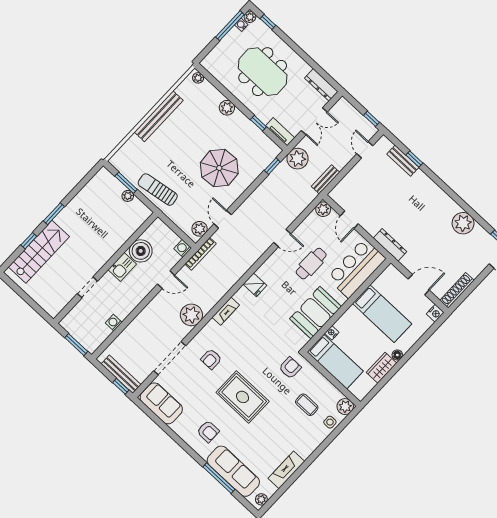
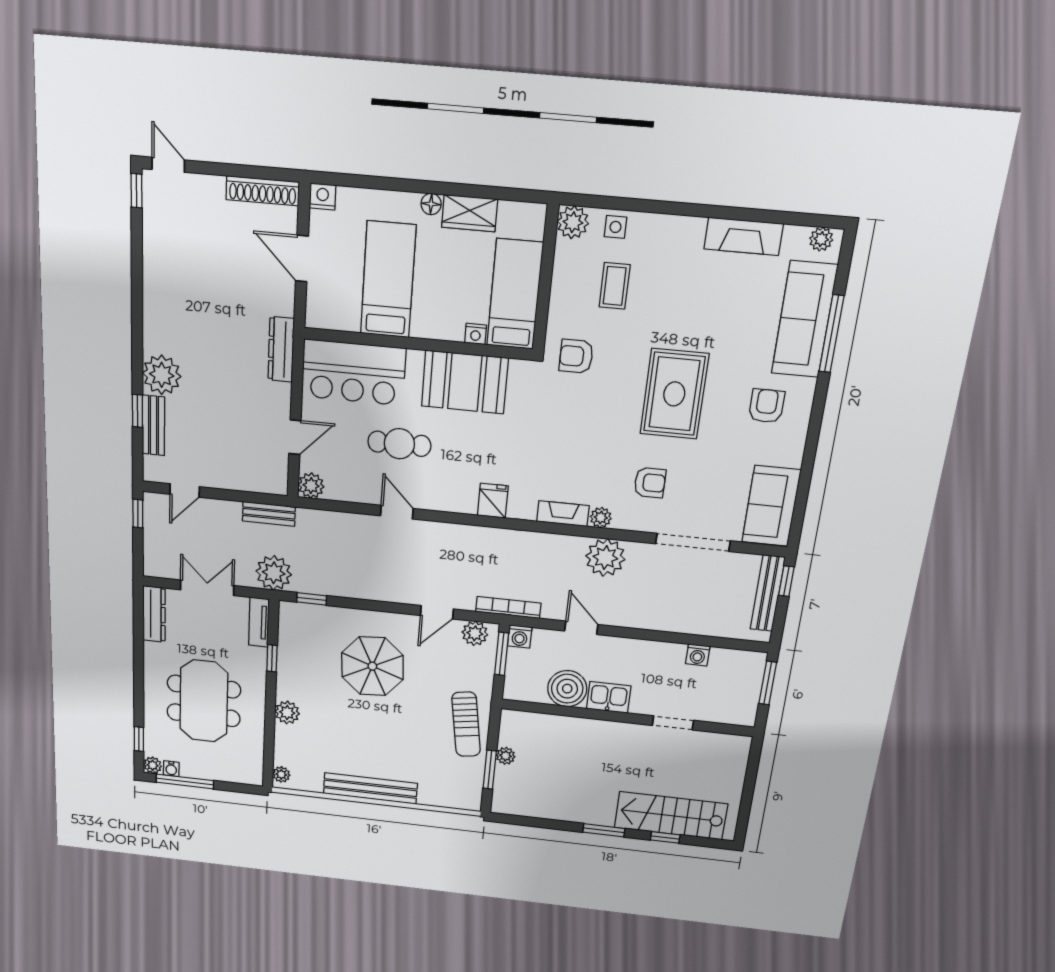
plant: (463, 223) -> (162, 375), moved
window: (180, 234) -> (502, 654), added
plant: (211, 326) -> (601, 518), added

